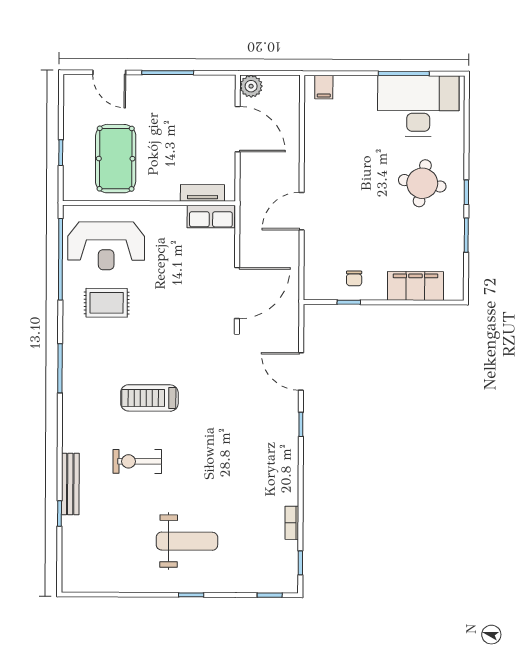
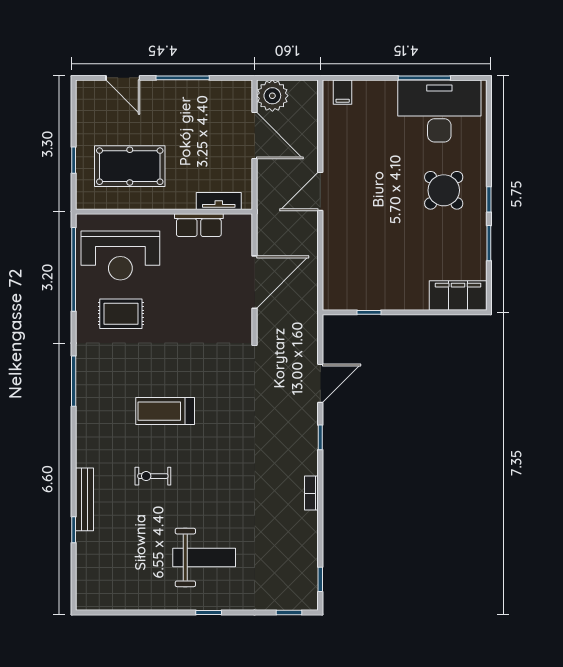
plant: (251, 86) -> (272, 96), width x1.36, depth x1.36
pool table: (116, 159) -> (130, 166), turned 90
round table: (422, 183) -> (444, 190), turned 35
door: (302, 211) -> (320, 191), moved
row of seats: (211, 217) -> (199, 225), moved
chair: (354, 278) -> (374, 288), removed
filing cabinet: (415, 286) -> (458, 295), moved
door: (237, 293) -> (255, 282), moved
door: (301, 371) -> (320, 383), swing flipped
exercise bike: (137, 461) -> (153, 476), width x0.73, depth x0.72
bookcase: (292, 523) -> (311, 493), moved

